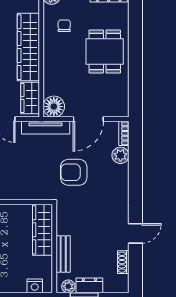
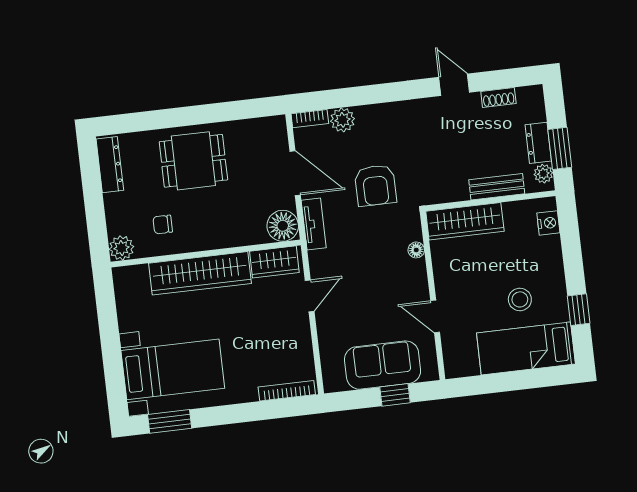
tv unit: (46, 128) -> (314, 224), width x0.71
floor lamp: (27, 195) -> (416, 250), added

